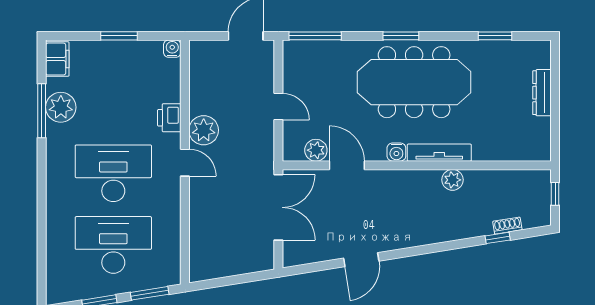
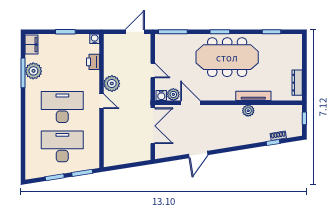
dresser: (542, 93) -> (297, 83), moved
printer: (169, 118) -> (93, 62), moved
water cooler: (396, 152) -> (161, 95), moved
tv unit: (439, 153) -> (253, 96), moved

